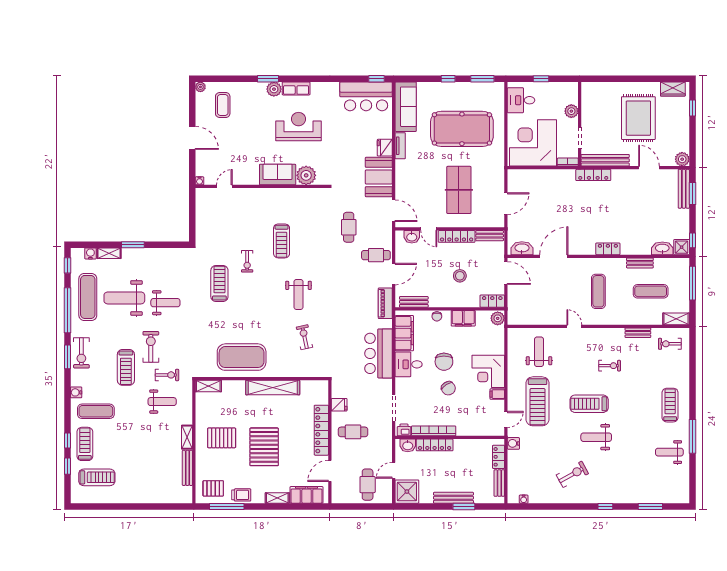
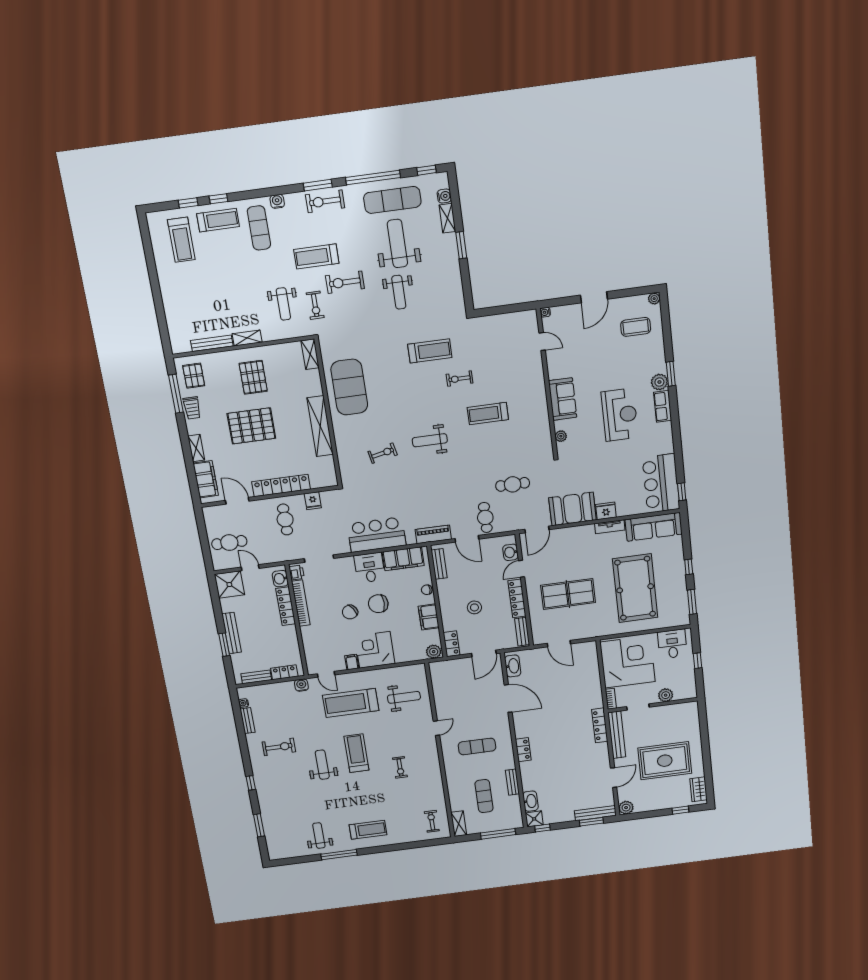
plant: (306, 175) -> (561, 436), width x0.53, depth x0.53
bench: (638, 333) -> (248, 721), moved
exercise bike: (151, 347) -> (345, 282), turned 180
exercise bike: (572, 474) -> (279, 747), turned -61

